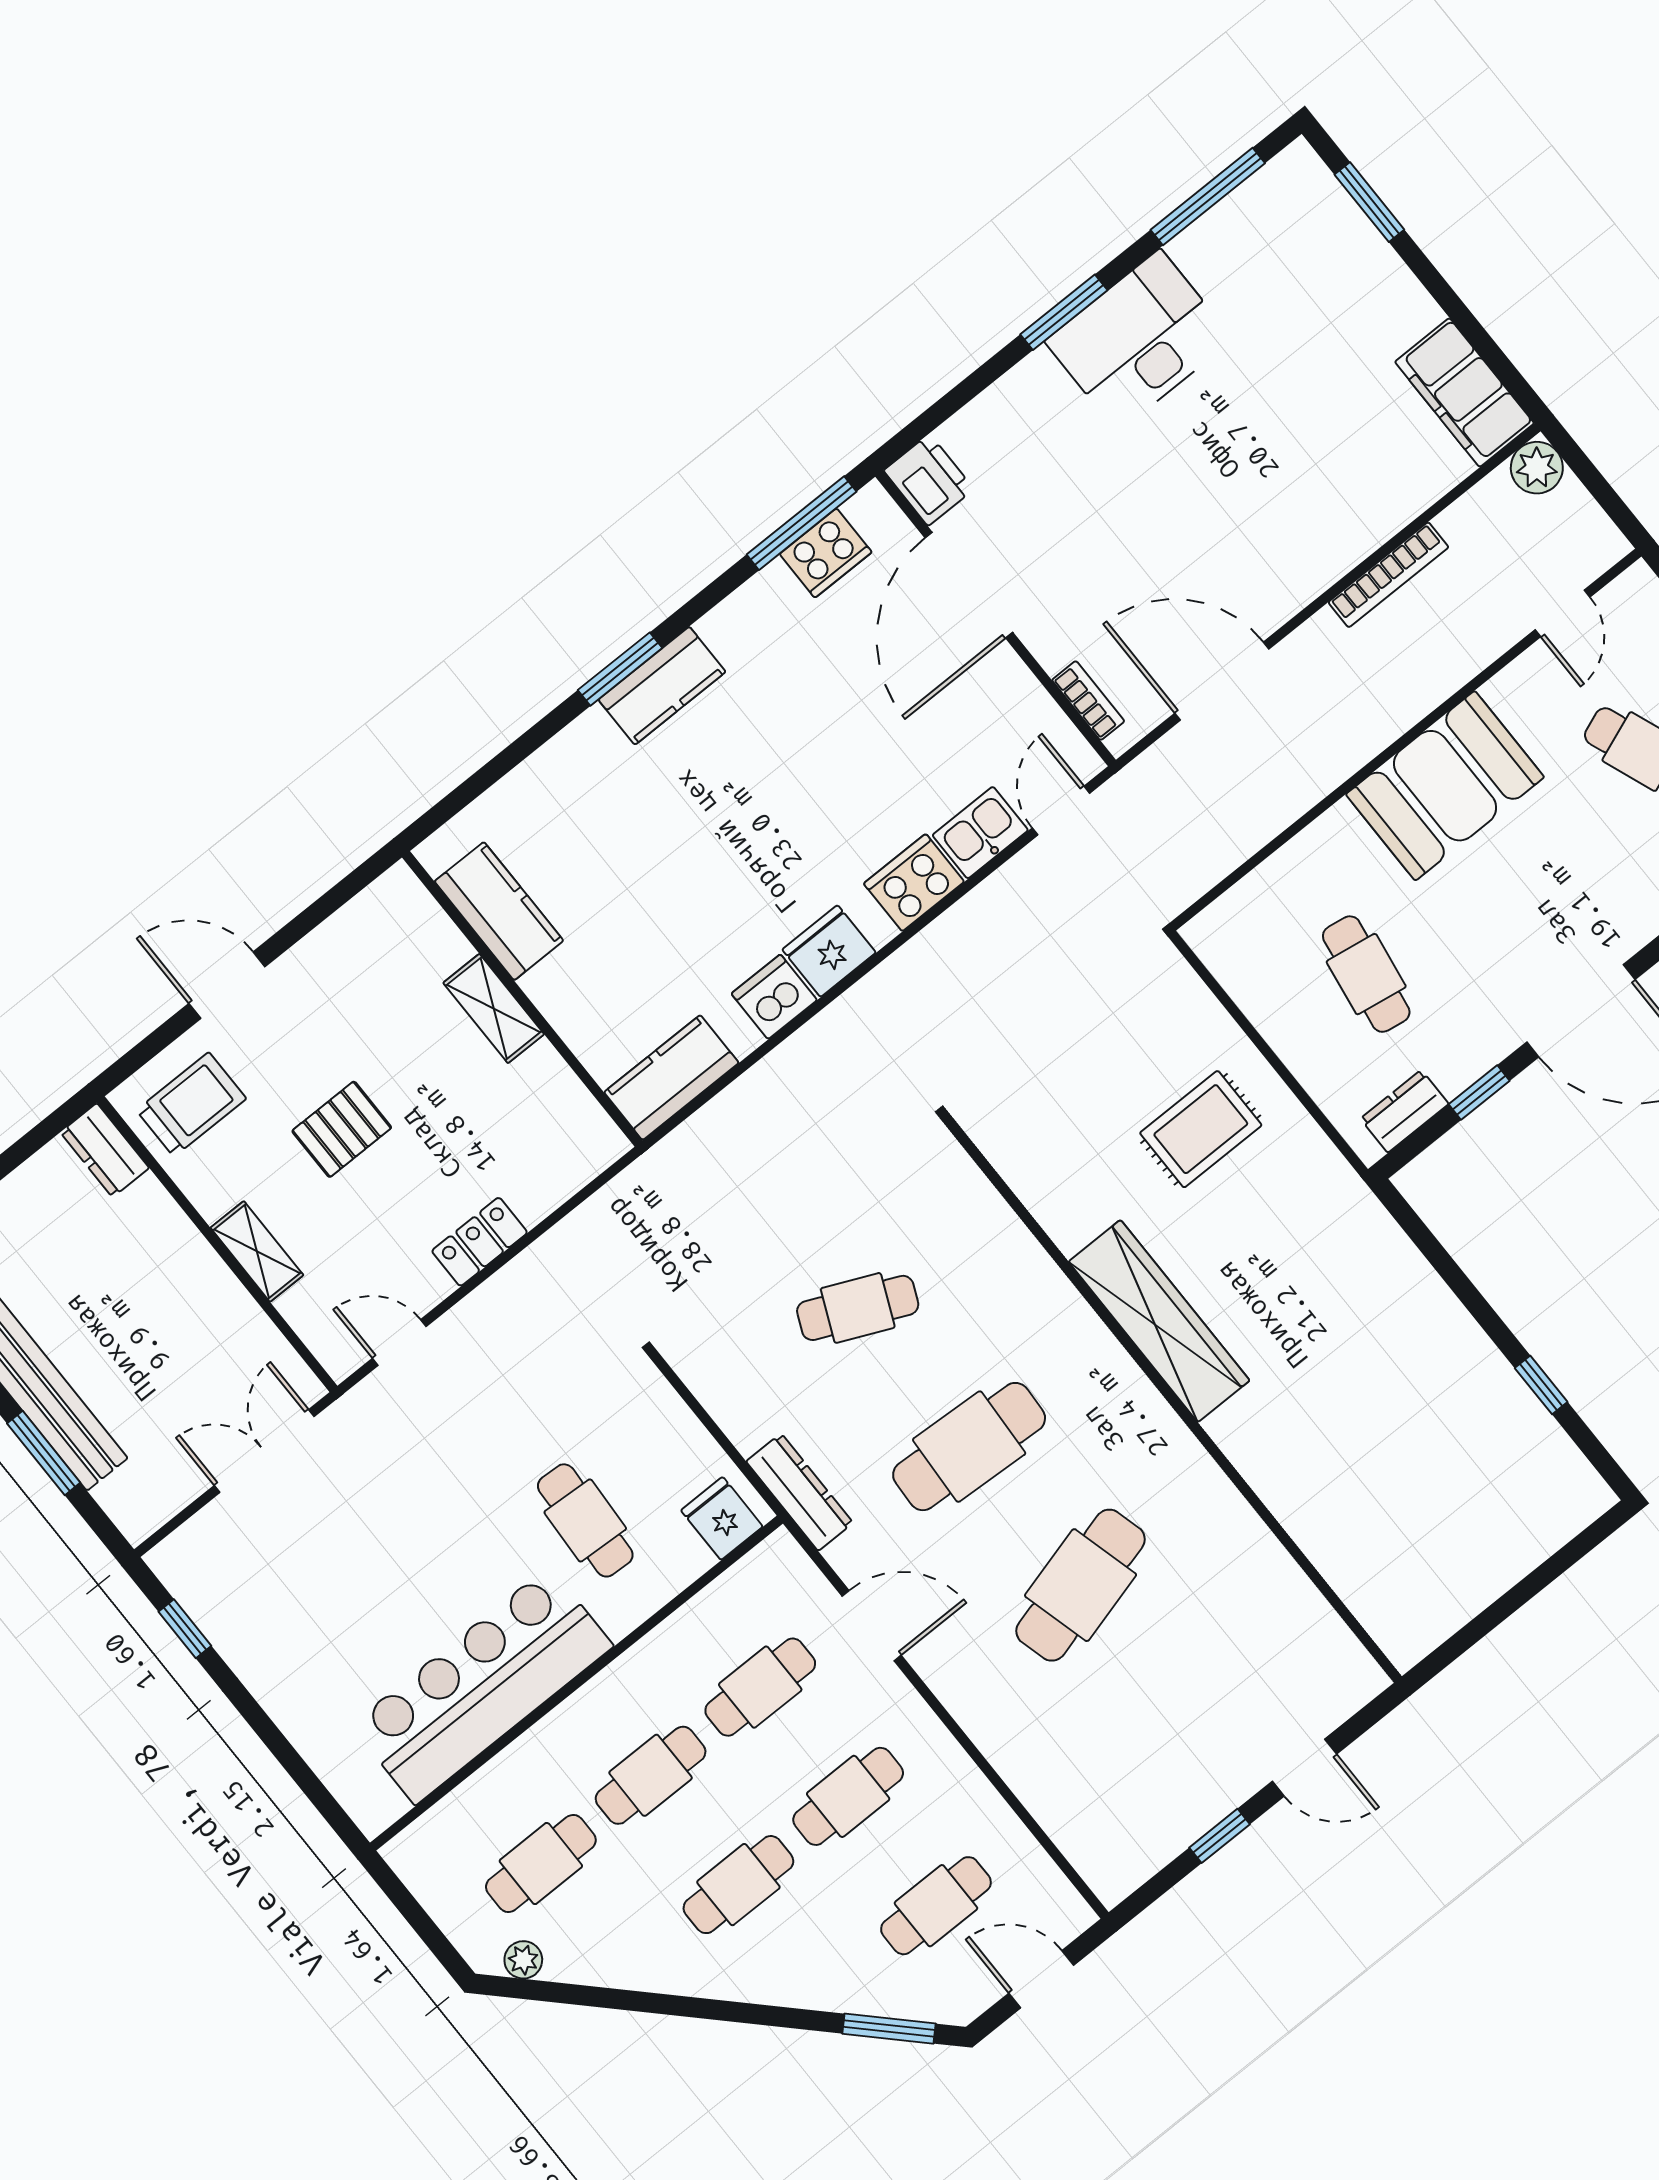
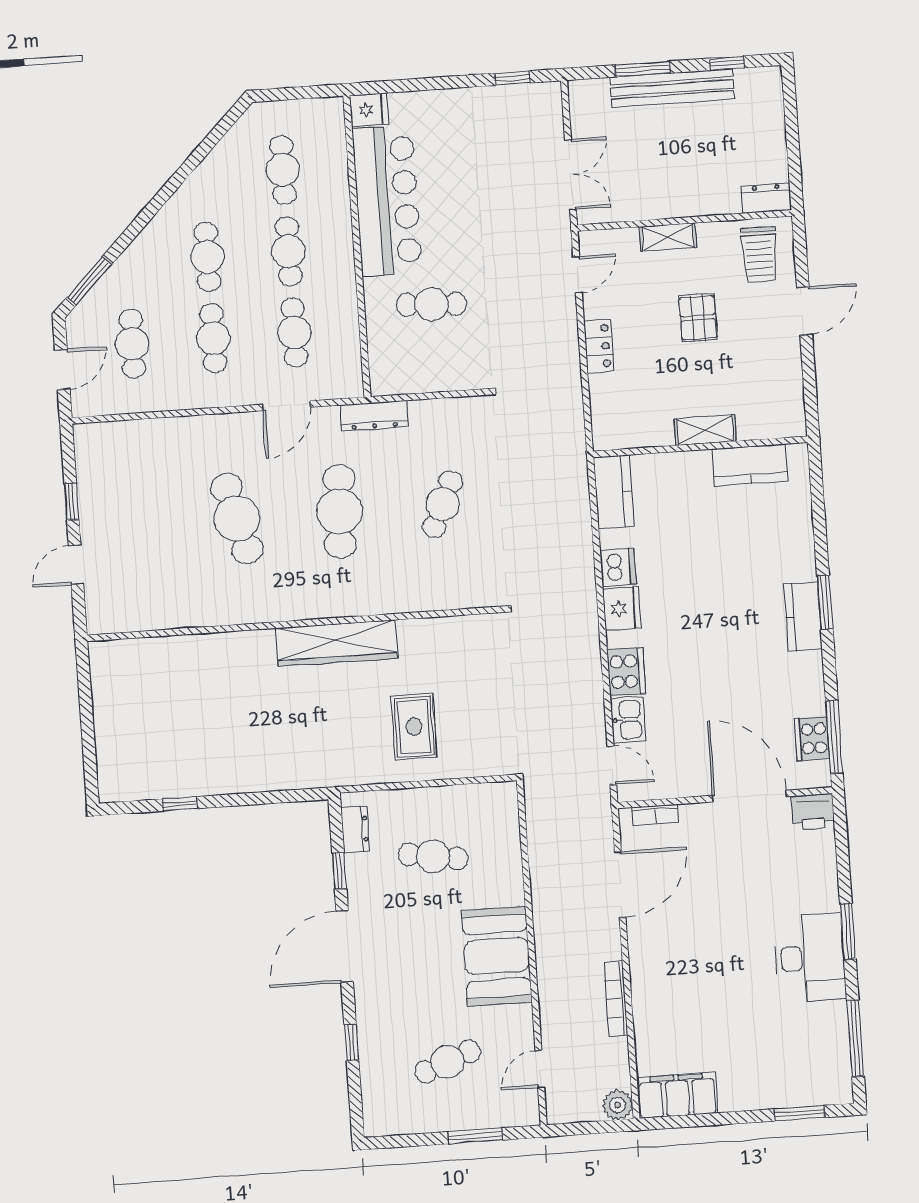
door: (1562, 613) -> (540, 1069), hinge flipped
fridge: (722, 1518) -> (369, 110), moved
plant: (523, 1960) -> (243, 130), removed

